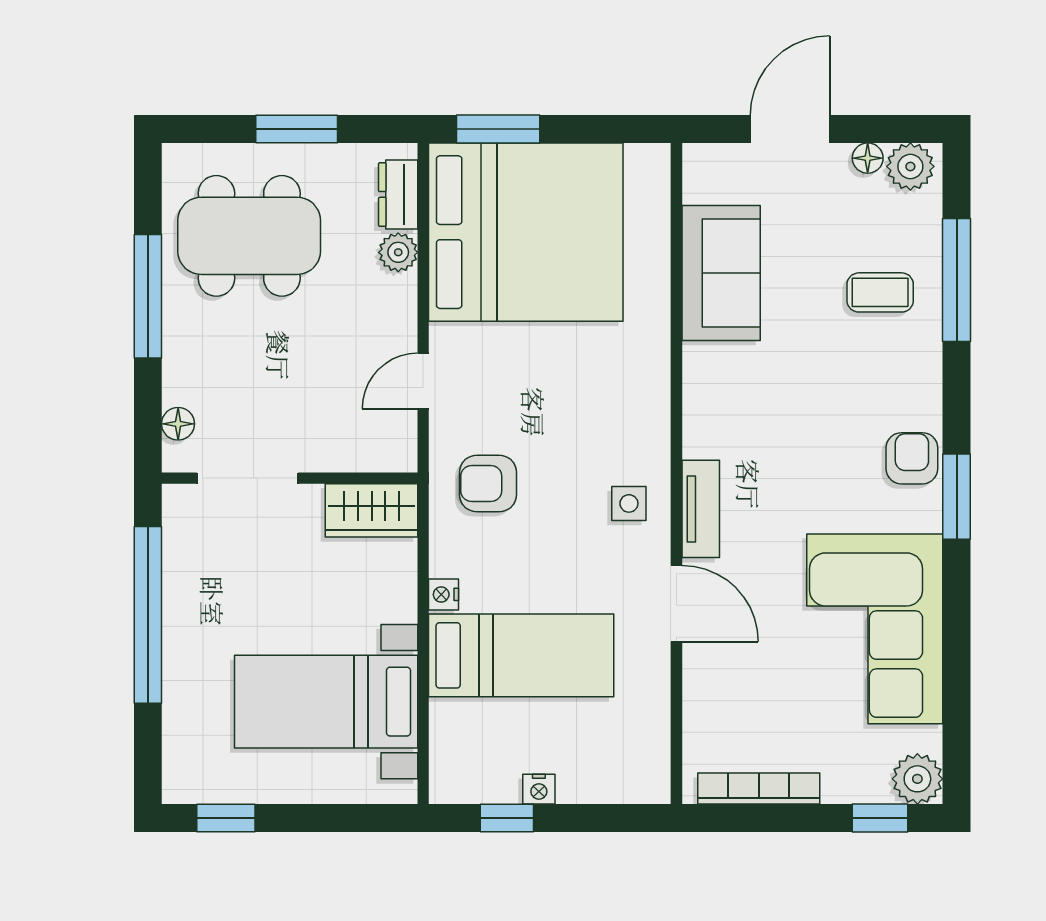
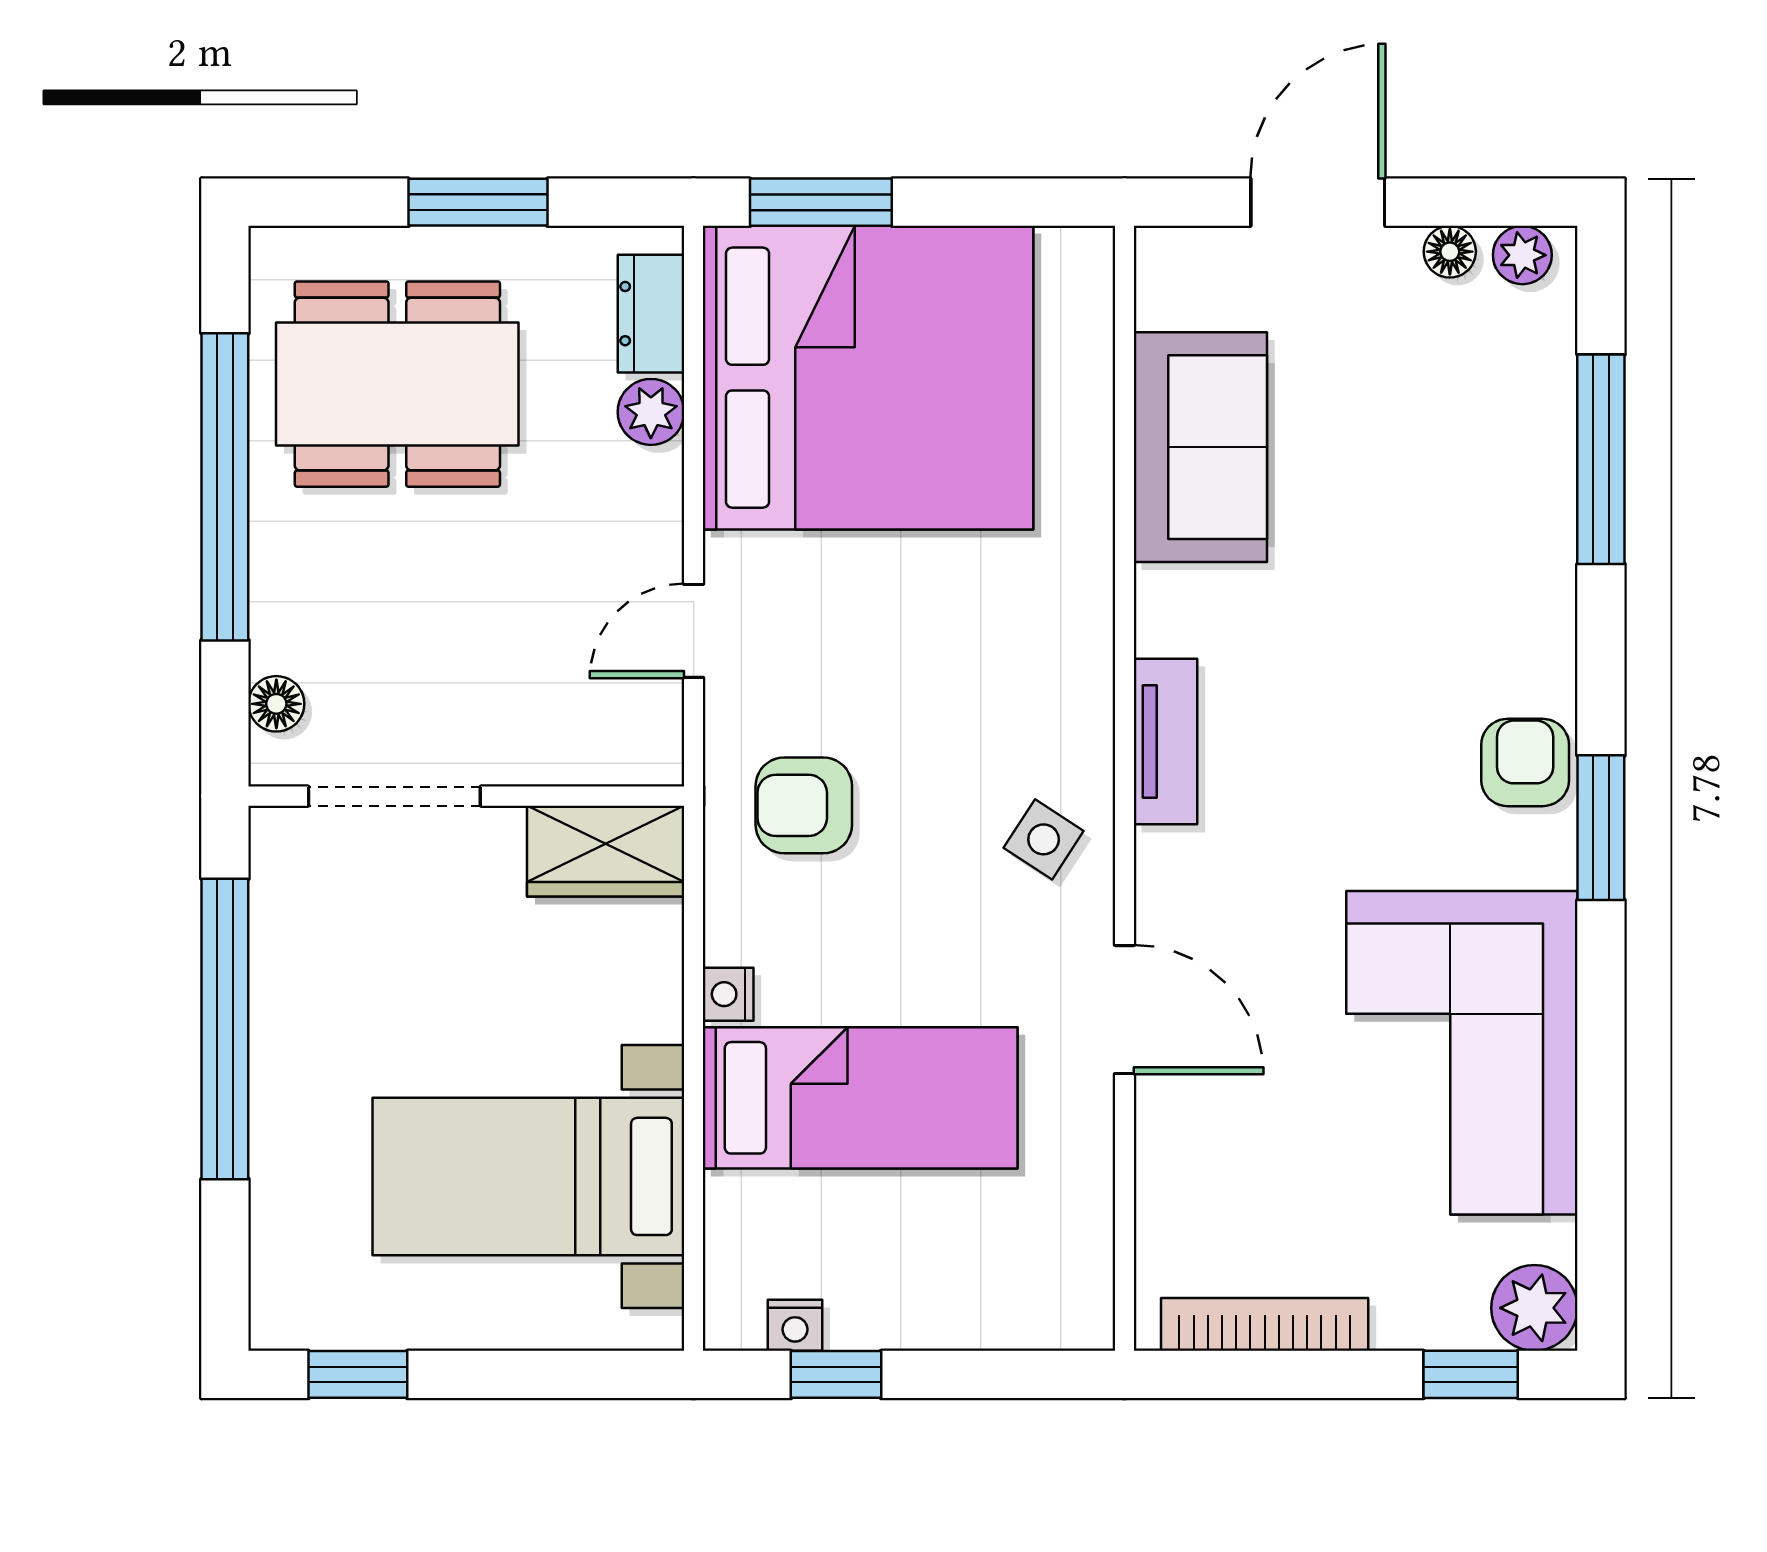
plant: (910, 166) -> (1522, 255), width x0.73, depth x0.73
coffee table: (880, 292) -> (1471, 480), removed
window: (148, 296) -> (225, 487), width x1.46
side table: (629, 503) -> (1044, 839), turned 33
tv unit: (701, 509) -> (1166, 741), moved
nightstand: (539, 789) -> (795, 1325), moved

